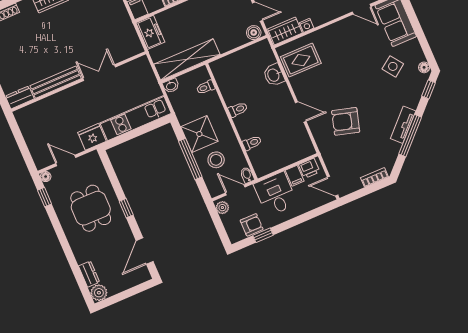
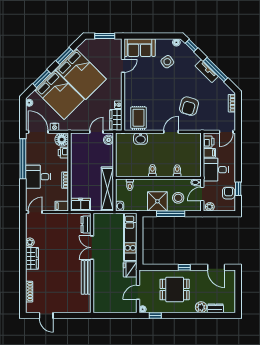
dresser: (20, 97) -> (86, 224), moved
plant: (99, 293) -> (201, 307), moved

